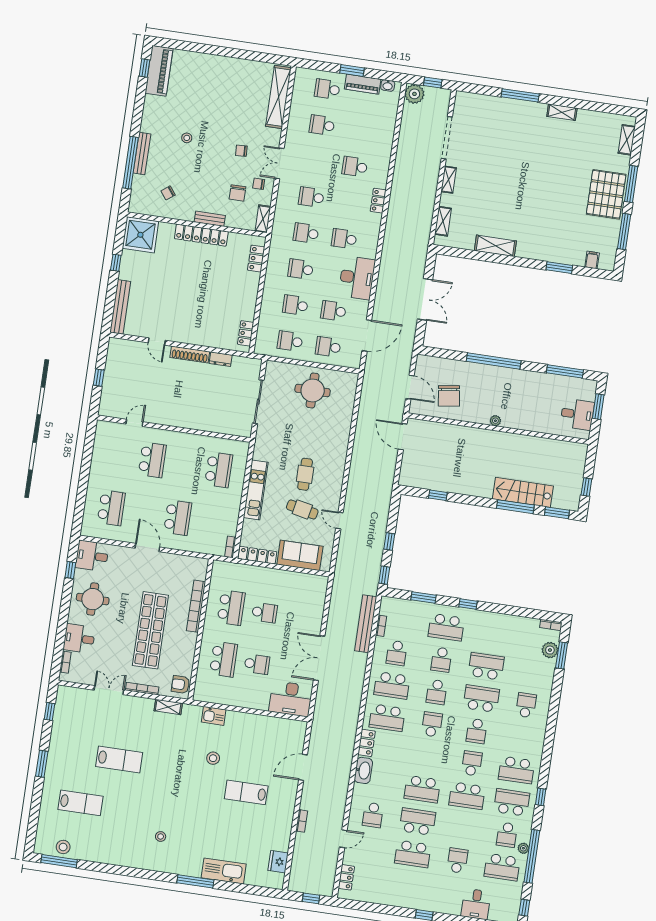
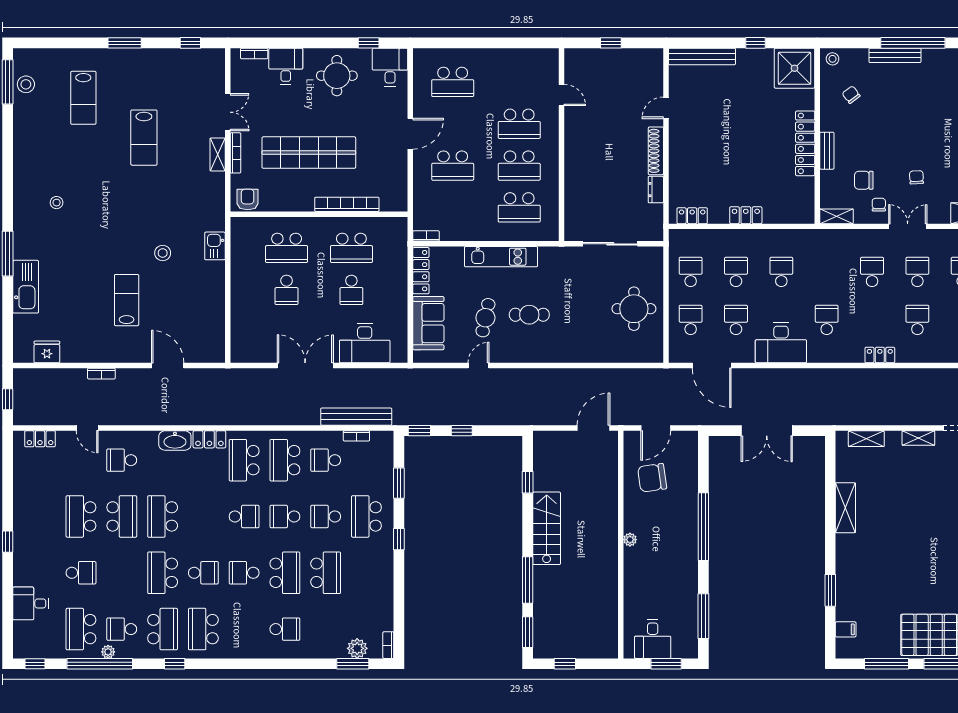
stool: (187, 138) -> (833, 59), moved
window: (131, 163) -> (913, 43), moved
school desk: (306, 233) -> (917, 272), moved
locker: (256, 259) -> (746, 215), moved
school desk: (185, 465) -> (519, 166), added
stairs: (523, 492) -> (547, 528), moved
desk: (291, 699) -> (365, 343), moved, turned -90
shelving: (168, 707) -> (218, 154), moved

